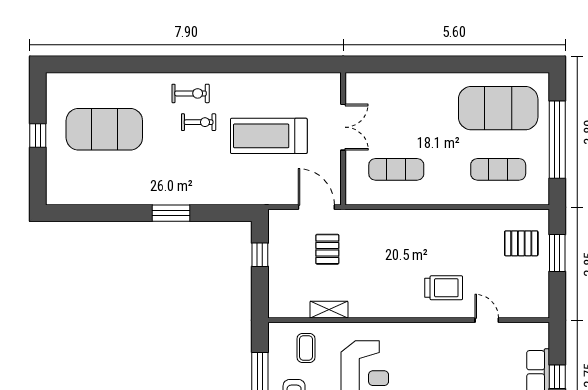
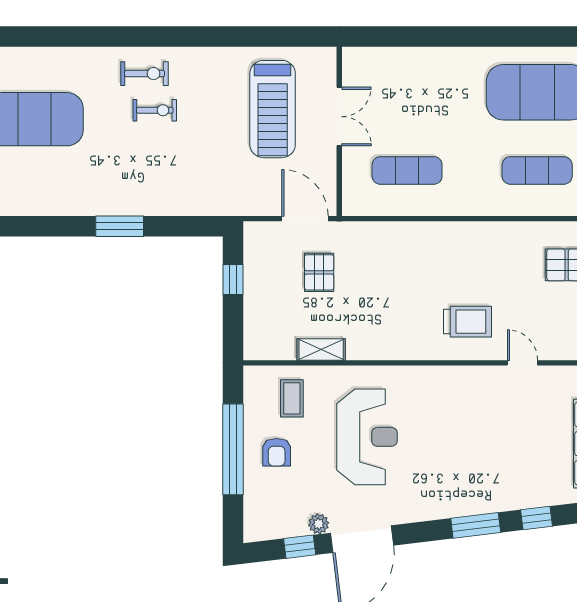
treadmill: (269, 136) -> (273, 109), moved, turned -90

